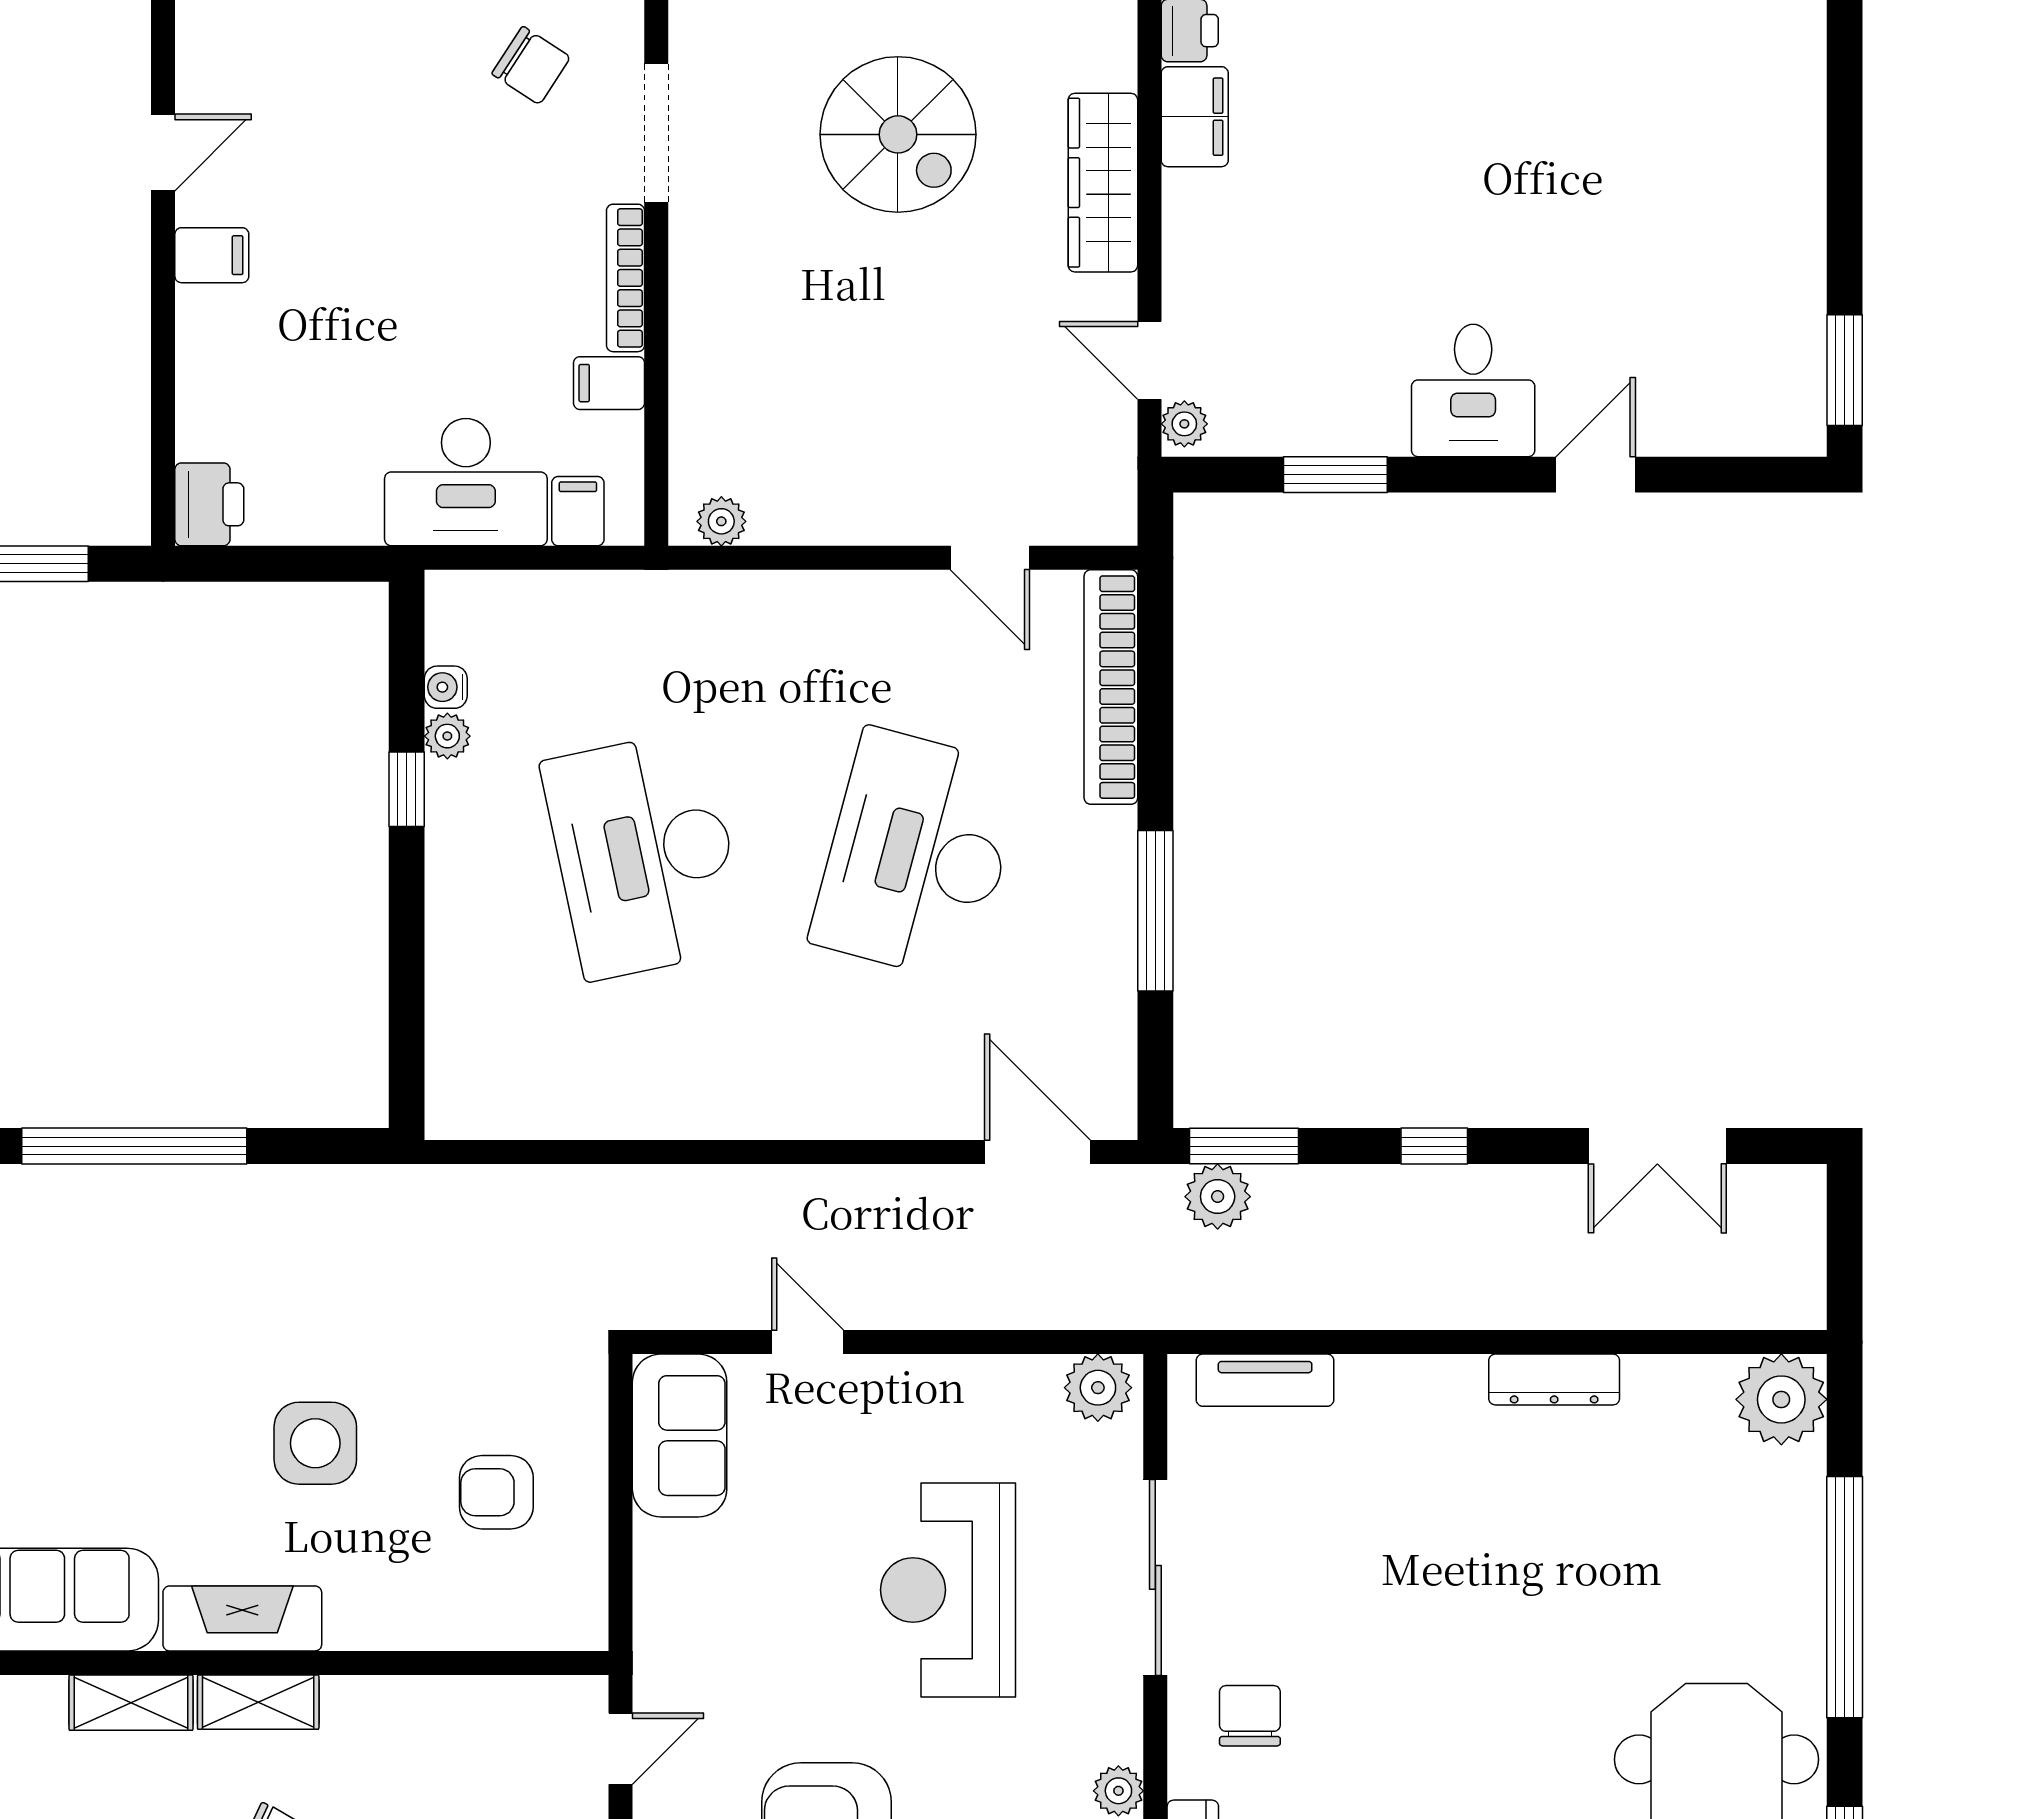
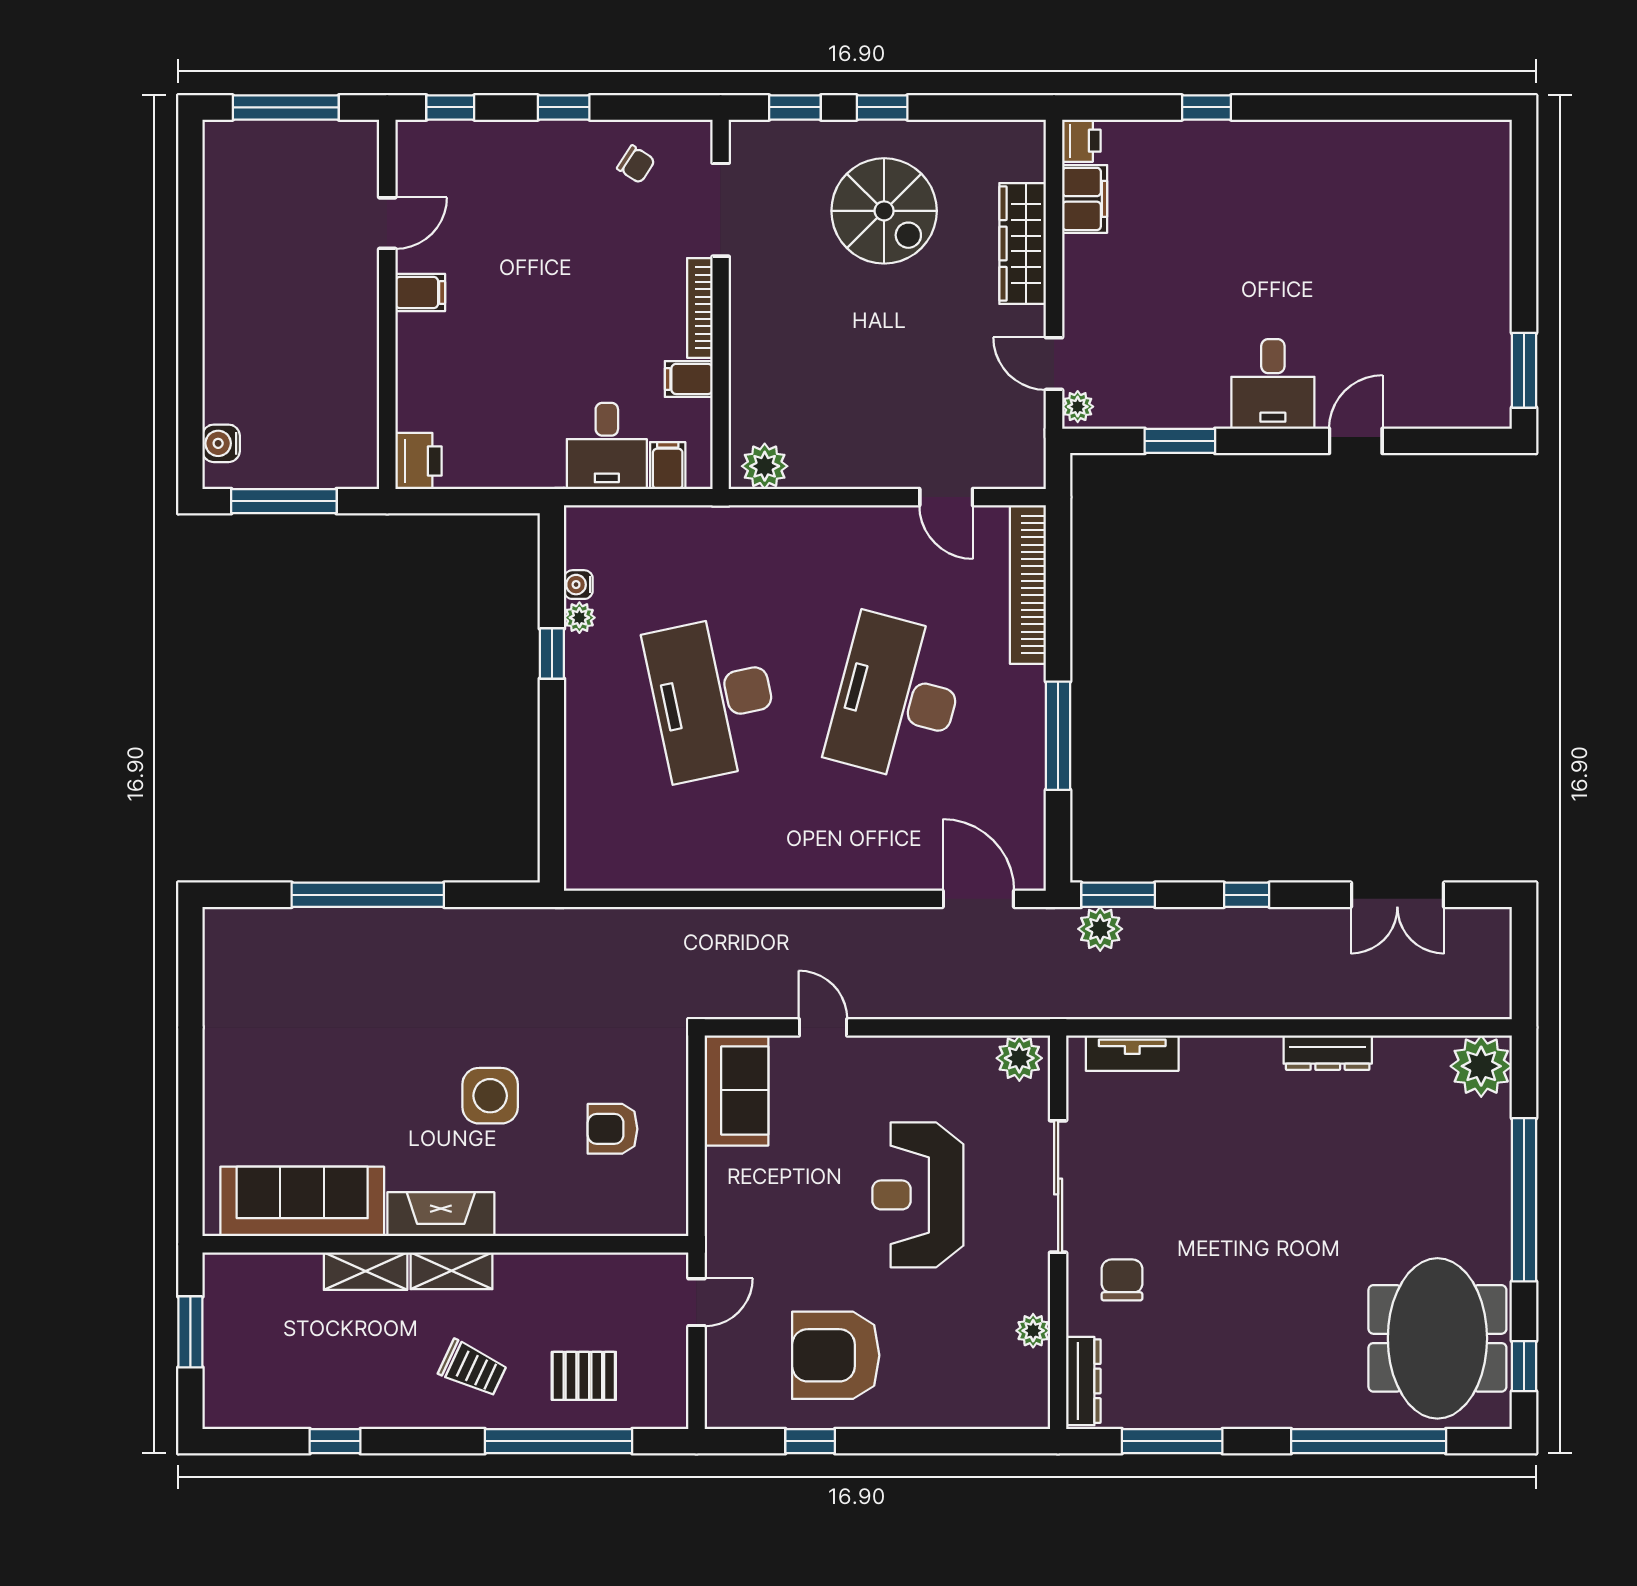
chair: (531, 65) -> (636, 164), width x0.73, depth x0.73
desk: (466, 482) -> (607, 446), width x0.73
plant: (721, 521) -> (765, 466), width x1.38, depth x1.38

